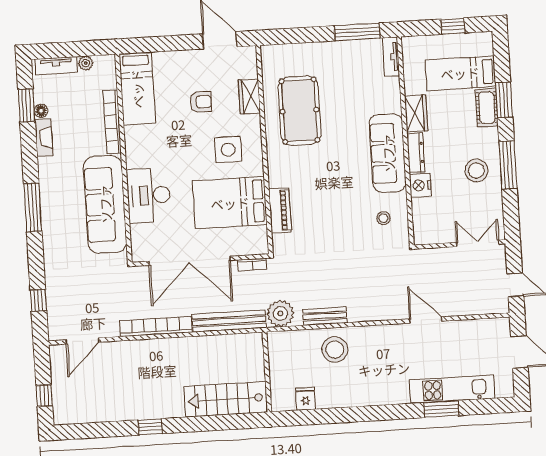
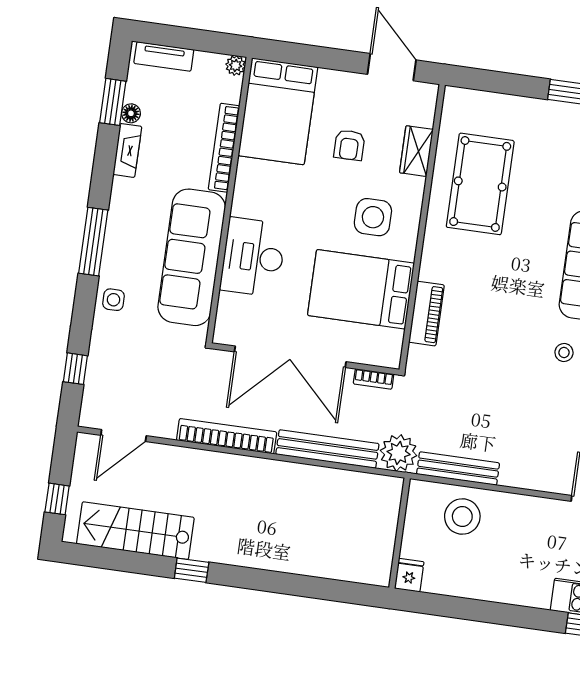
plant: (86, 63) -> (236, 66), moved
bed: (137, 89) -> (278, 111), width x1.50
armchair: (201, 102) -> (349, 145), turned 90
side table: (56, 246) -> (113, 300), added
bench: (325, 316) -> (458, 469), width x1.36
wall: (267, 372) -> (400, 533), moved
stairs: (226, 399) -> (135, 531), moved

